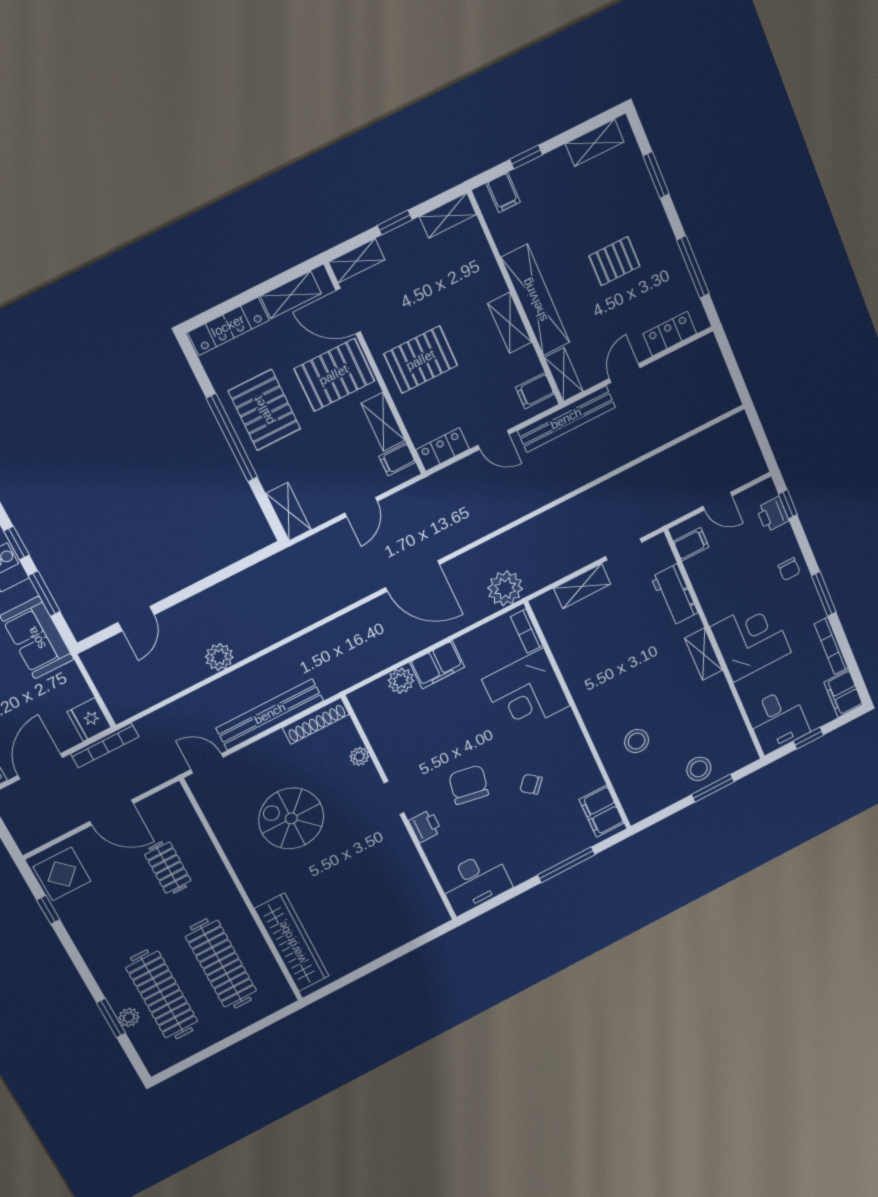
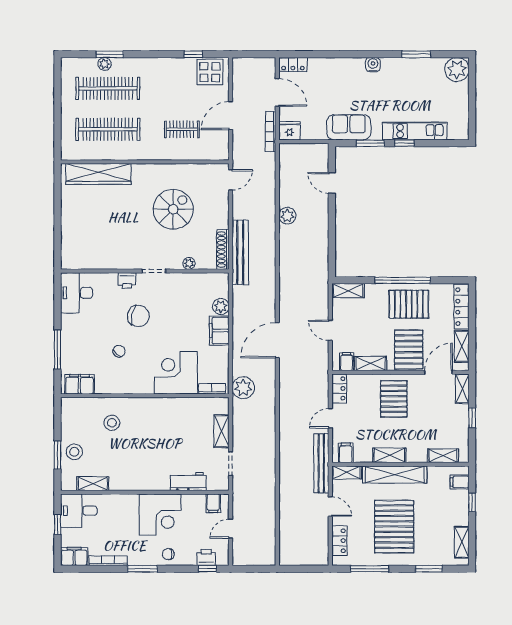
shelving: (448, 216) -> (443, 456), moved, turned 90
pallet: (615, 261) -> (394, 527), width x2.05, depth x2.00
corner desk: (751, 640) -> (160, 515), moved
shelving: (704, 654) -> (93, 484), moved
bench: (270, 714) -> (240, 252), moved

